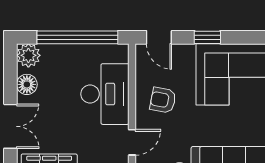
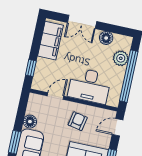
plant: (28, 55) -> (121, 58), moved
door: (132, 142) -> (55, 96), swing flipped

